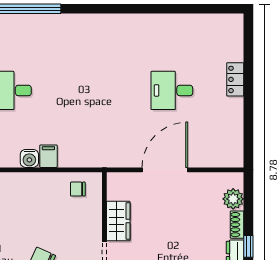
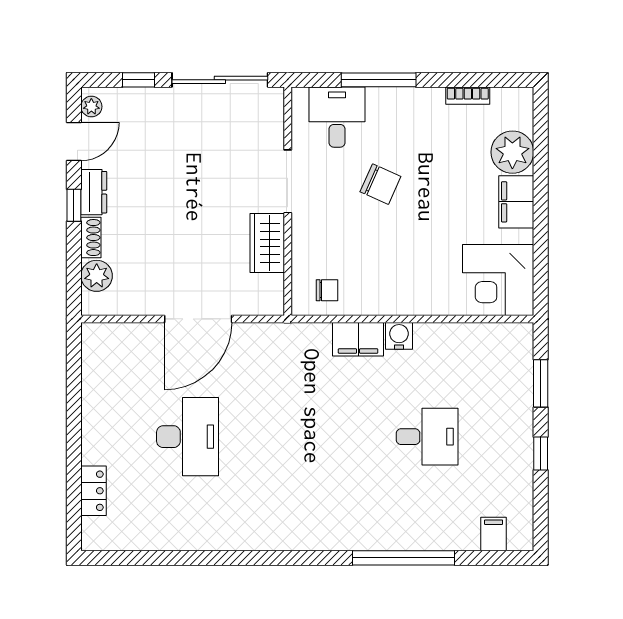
locker: (235, 79) -> (94, 491), moved
desk: (172, 90) -> (188, 437), width x1.37
filing cabinet: (48, 156) -> (358, 339), width x2.00

